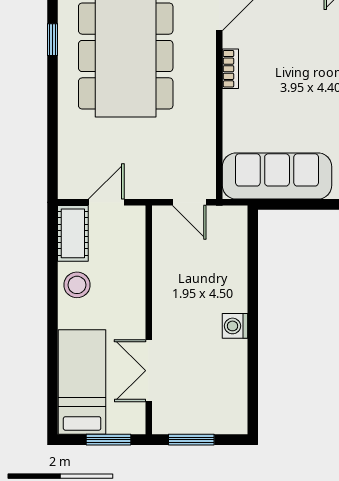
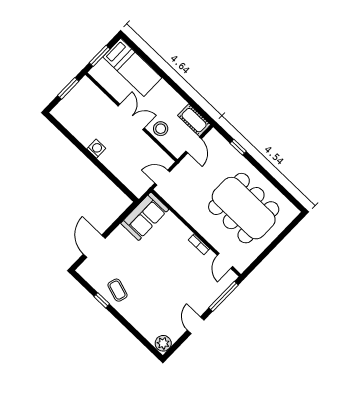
window: (52, 40) -> (238, 147), moved
sofa: (277, 176) -> (145, 216), width x0.73
stool: (77, 285) -> (161, 129), moved
double door: (149, 371) -> (131, 117), moved

